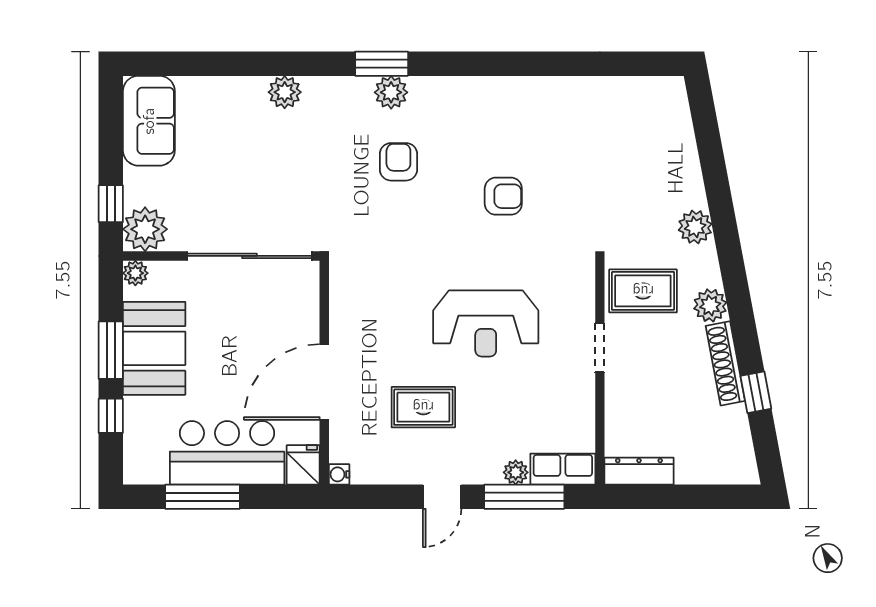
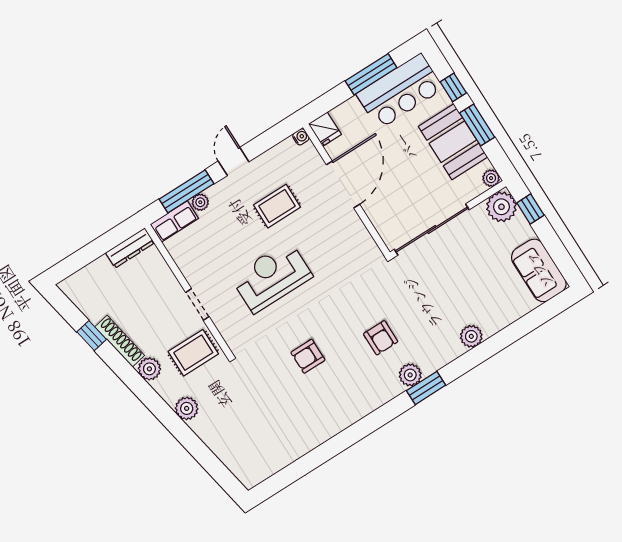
bar counter: (227, 453) -> (400, 91), moved

